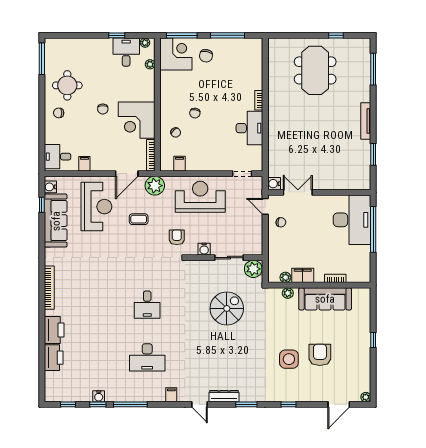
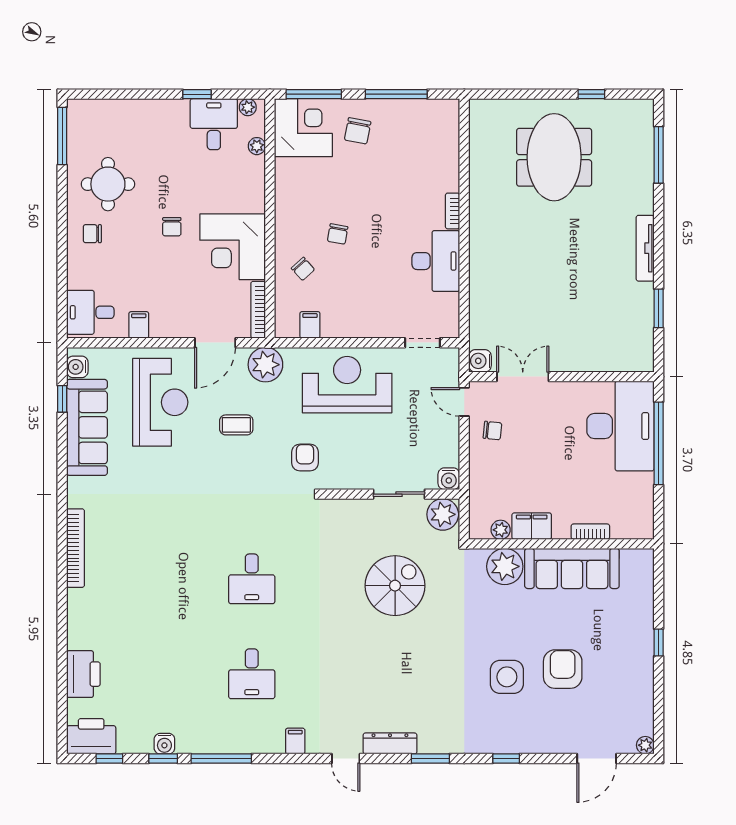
water cooler: (204, 249) -> (449, 479), moved
plant: (288, 293) -> (505, 566), width x1.88, depth x1.88
printer: (54, 330) -> (91, 736), moved, turned -90
desk: (147, 357) -> (252, 674), width x0.73

